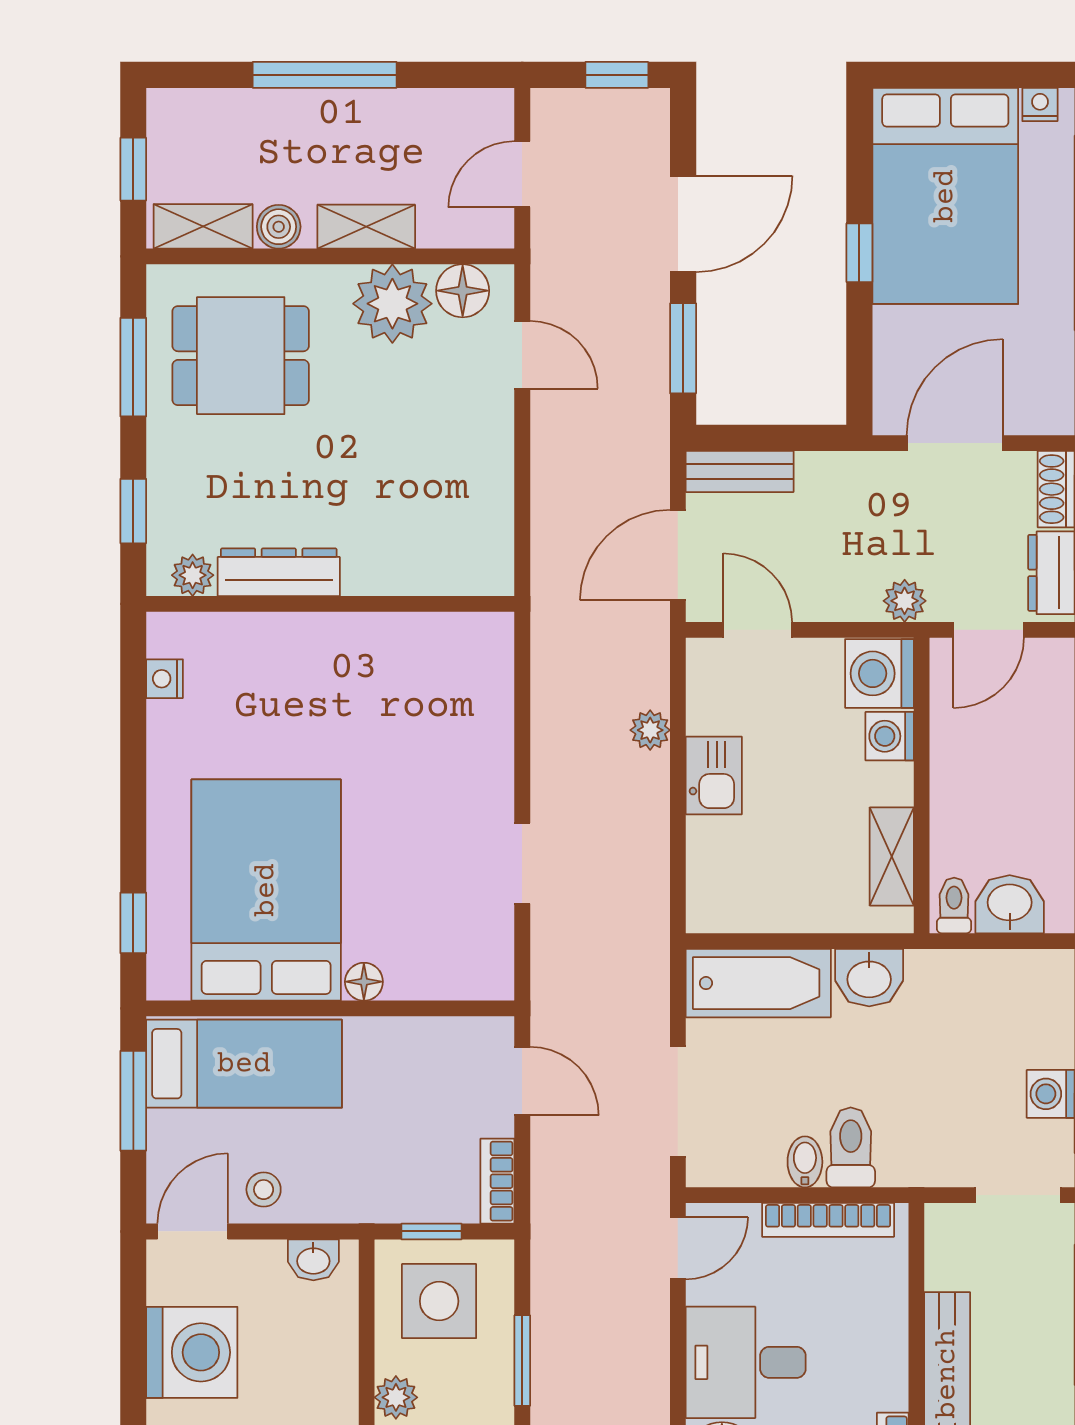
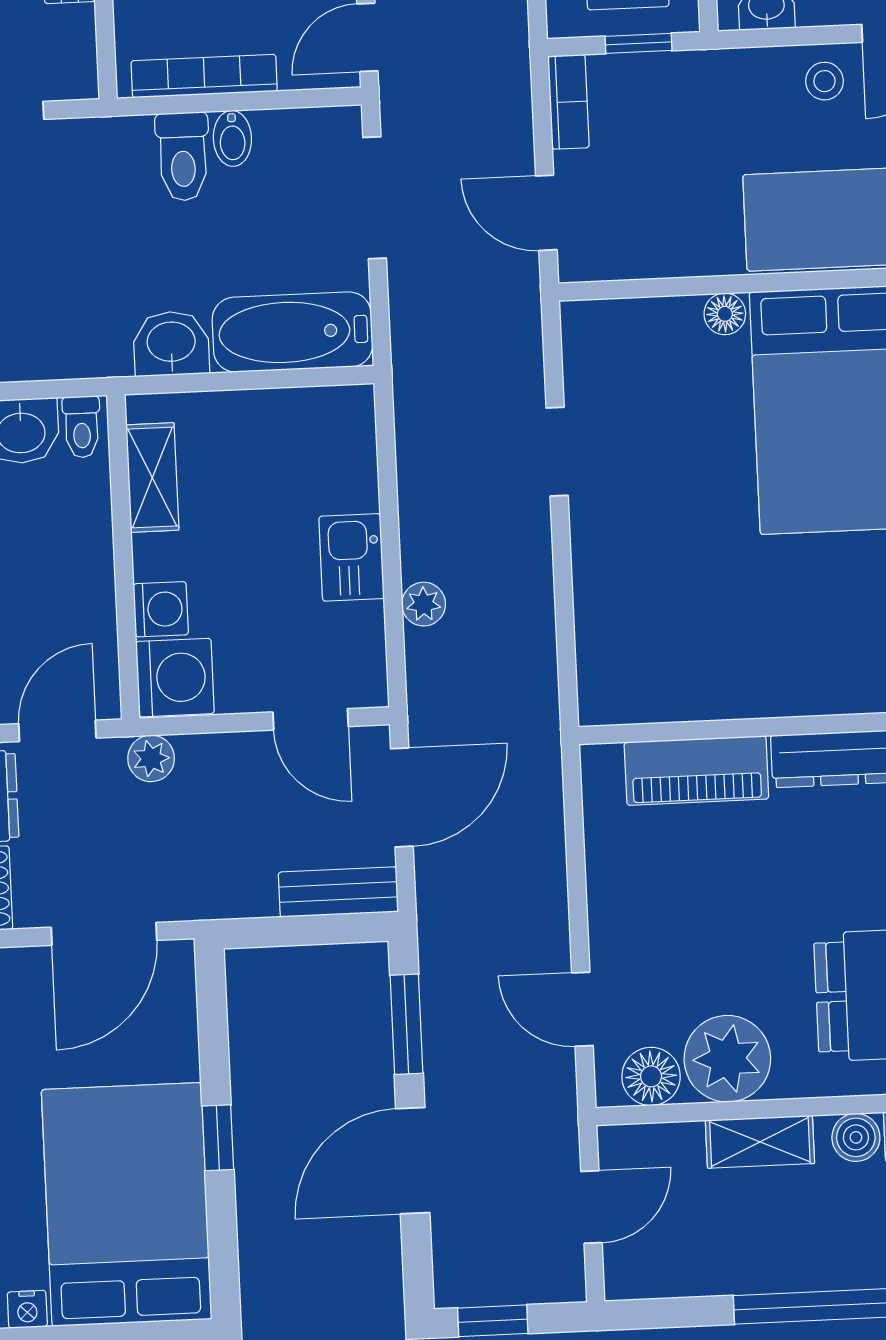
piano: (409, 567) -> (696, 771), added

